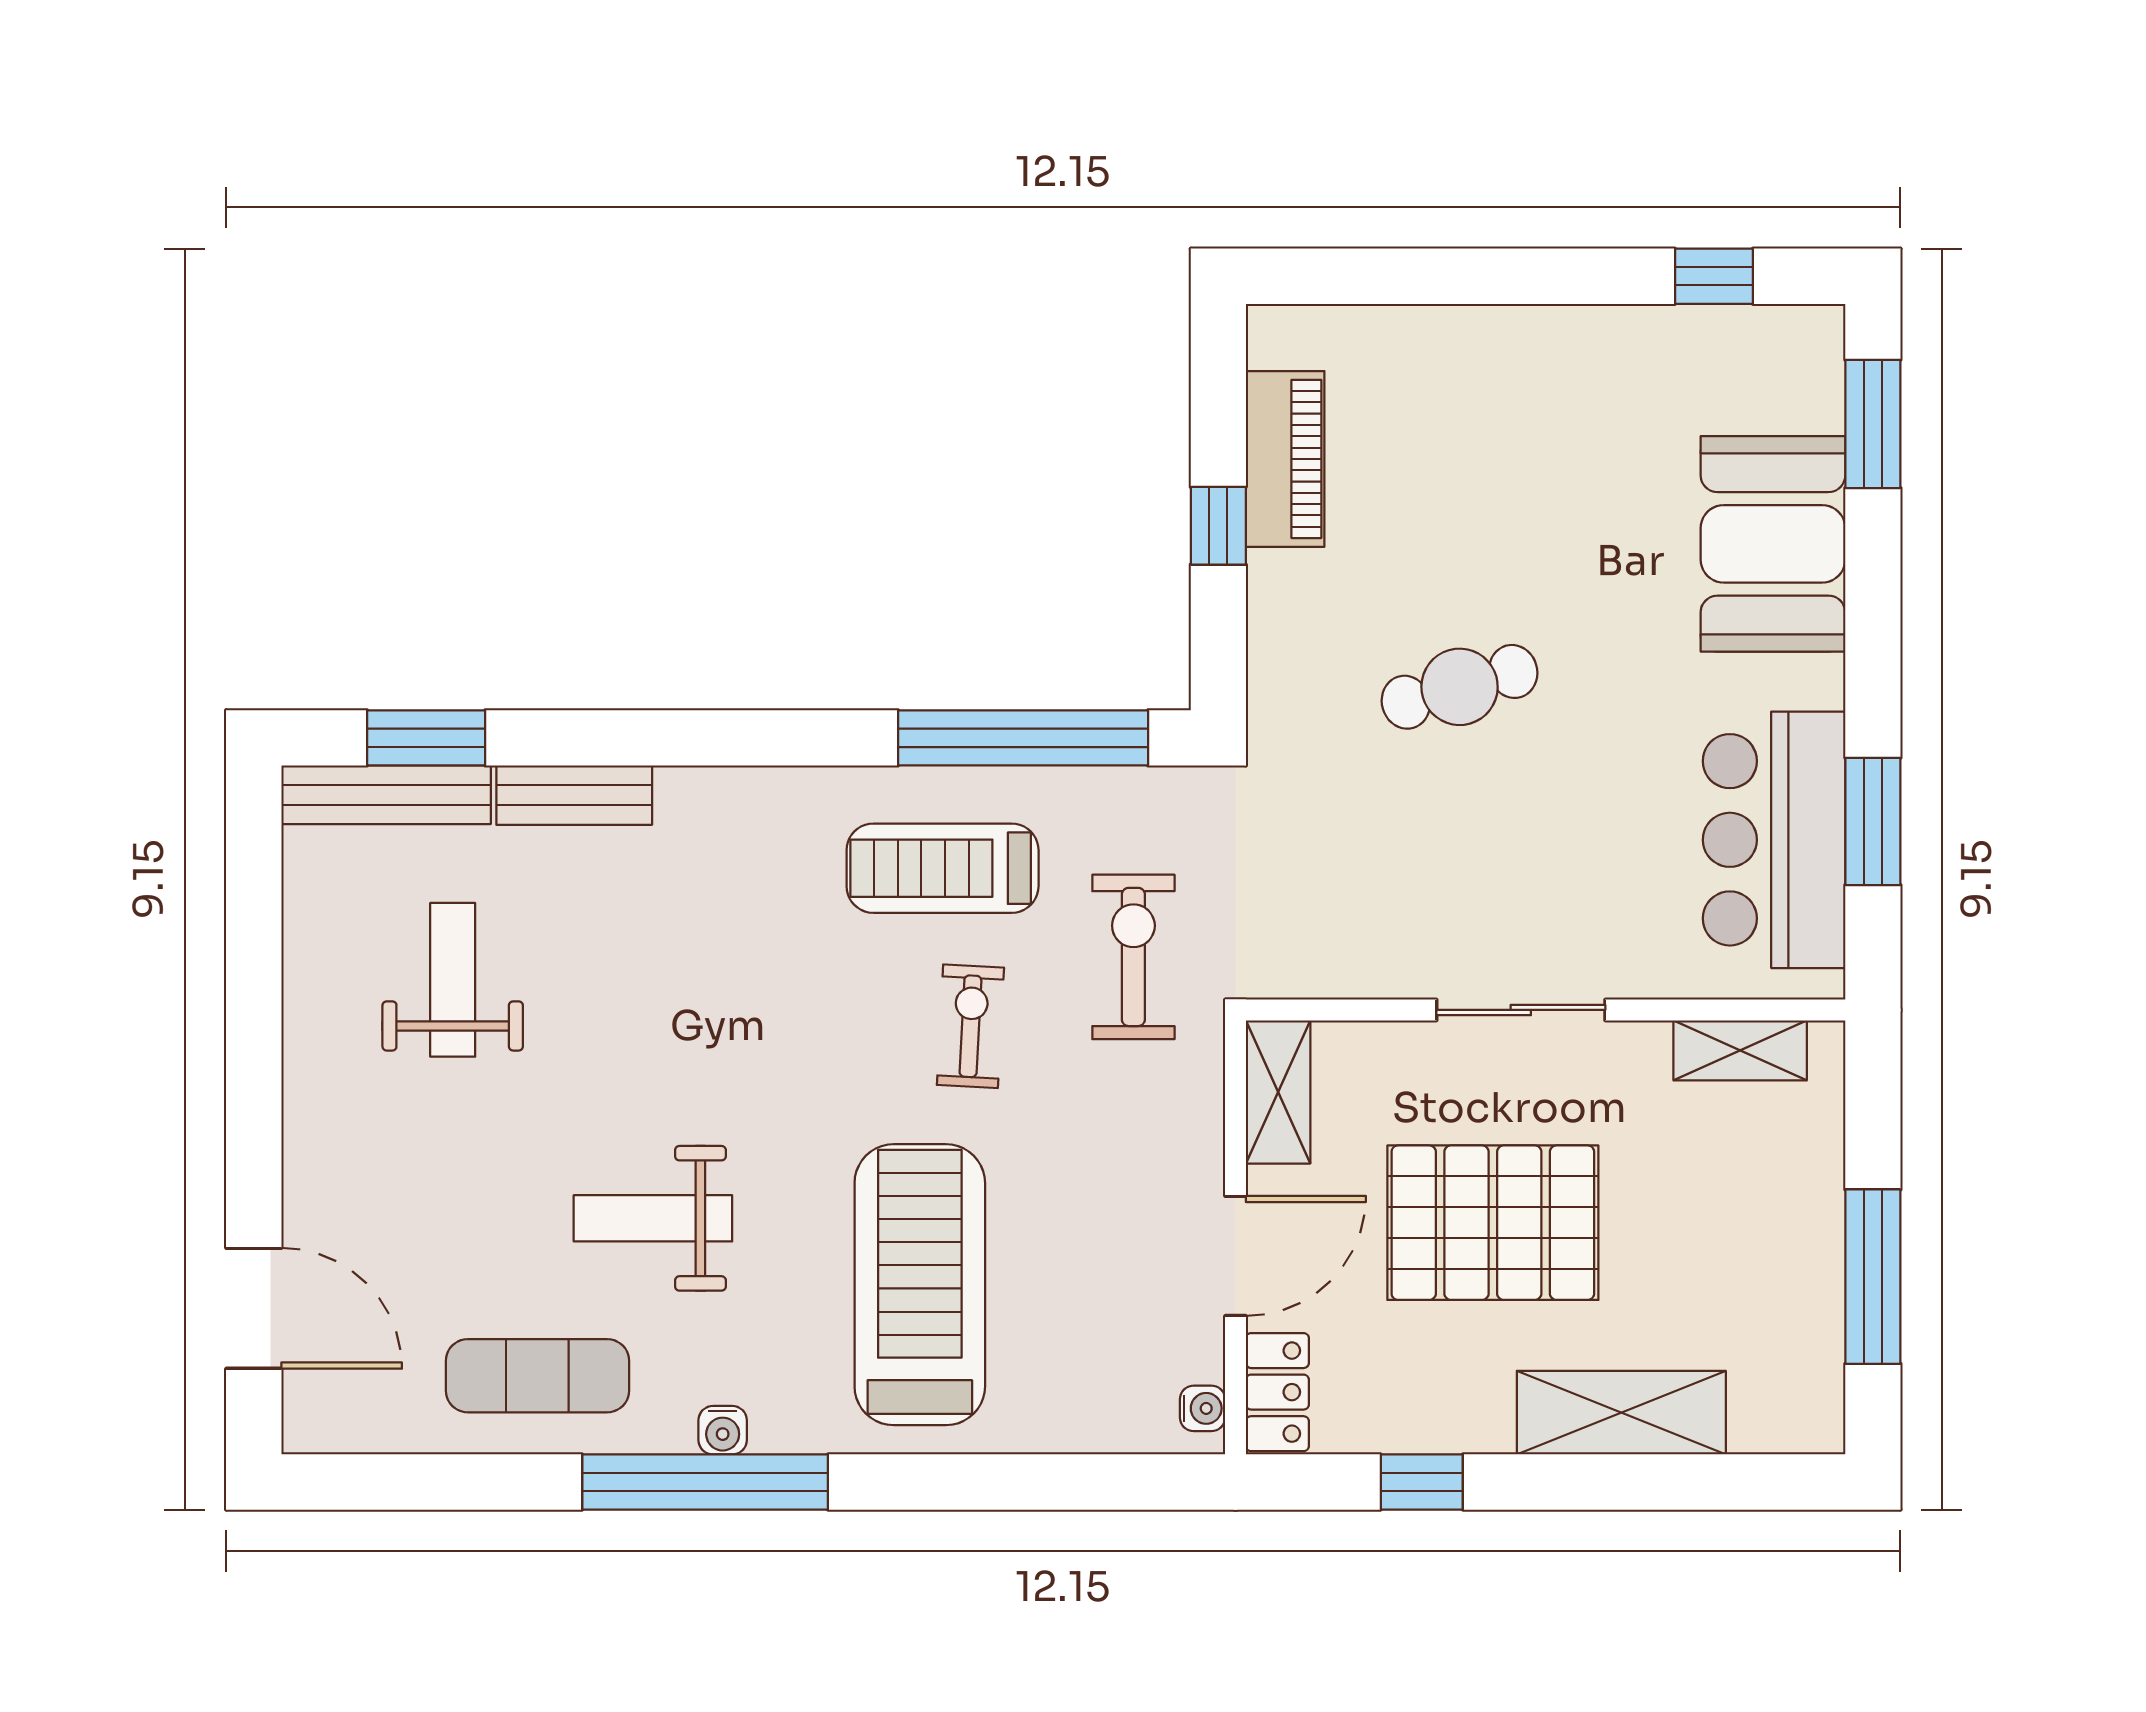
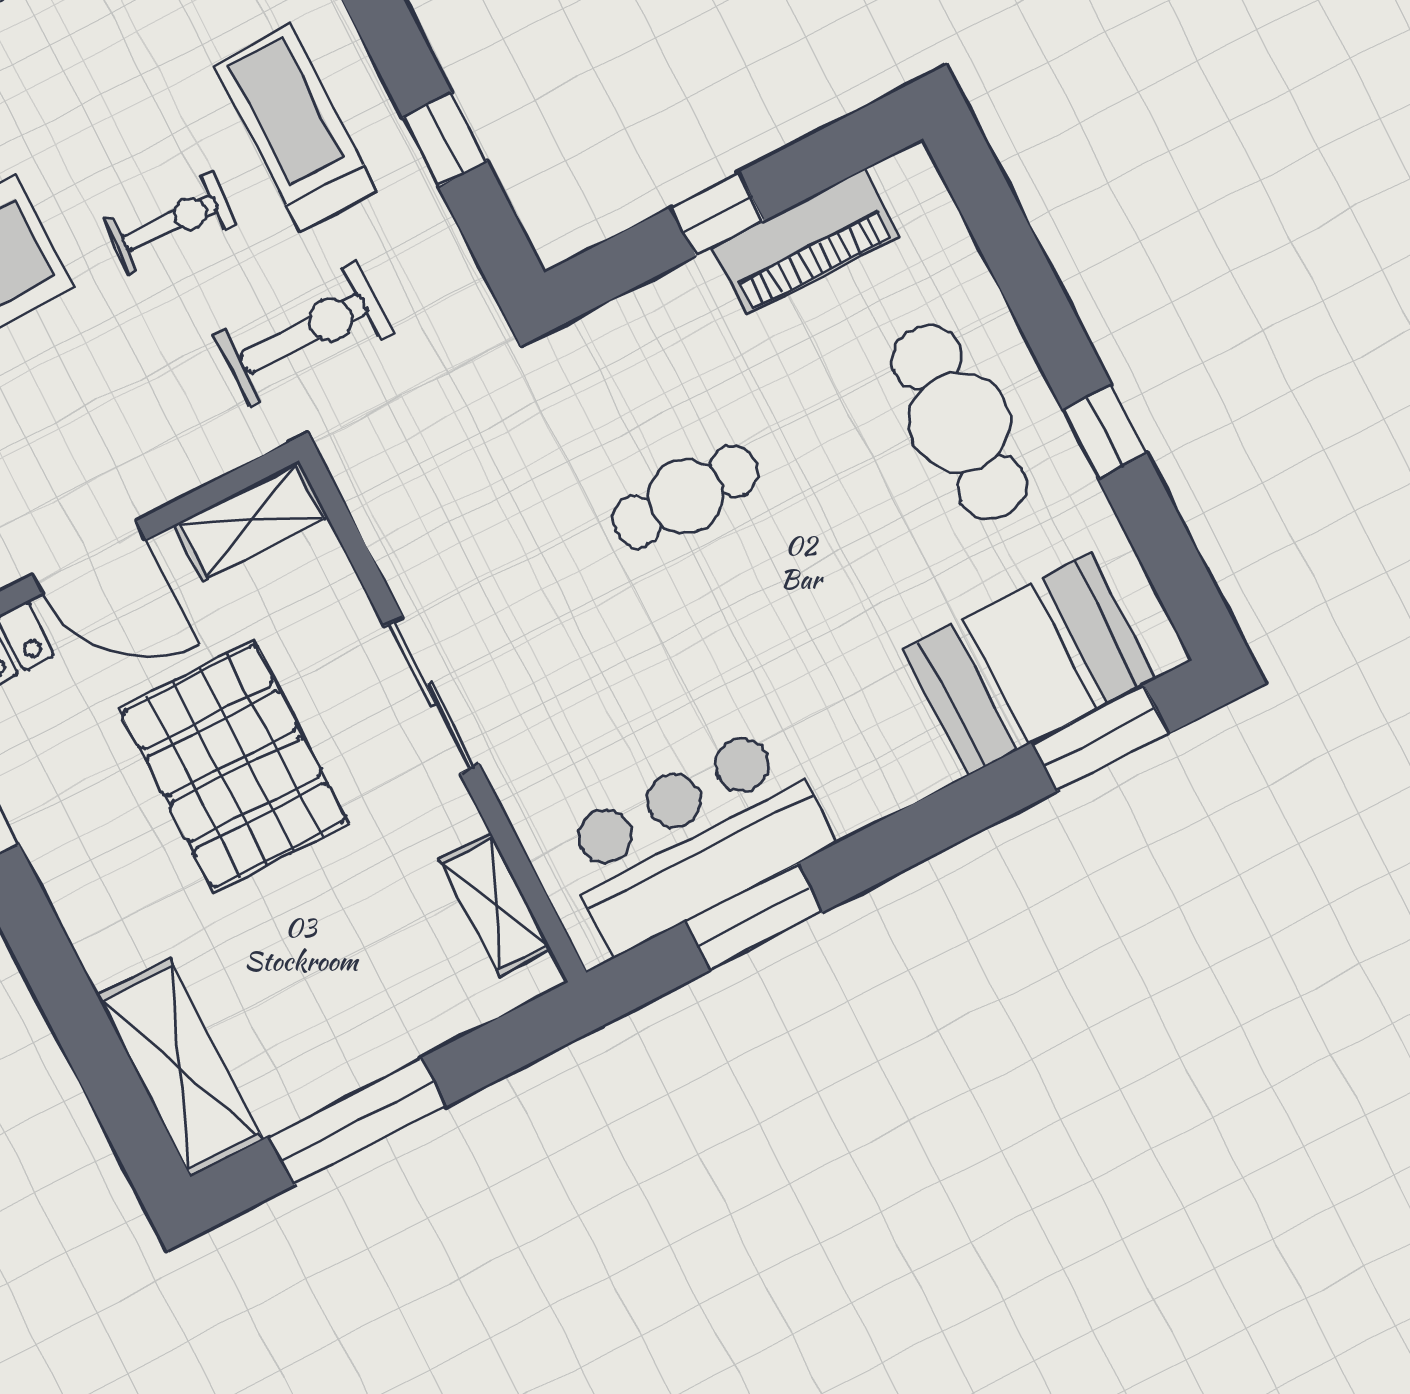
window: (1714, 276) -> (1105, 432), moved
cafe table: (1520, 404) -> (959, 422), added
booth: (1773, 544) -> (1030, 664), moved
cafe table: (1460, 687) -> (685, 496), turned -74
window: (1023, 738) -> (445, 139), width x0.32
shelving: (1621, 1413) -> (180, 1067), moved

